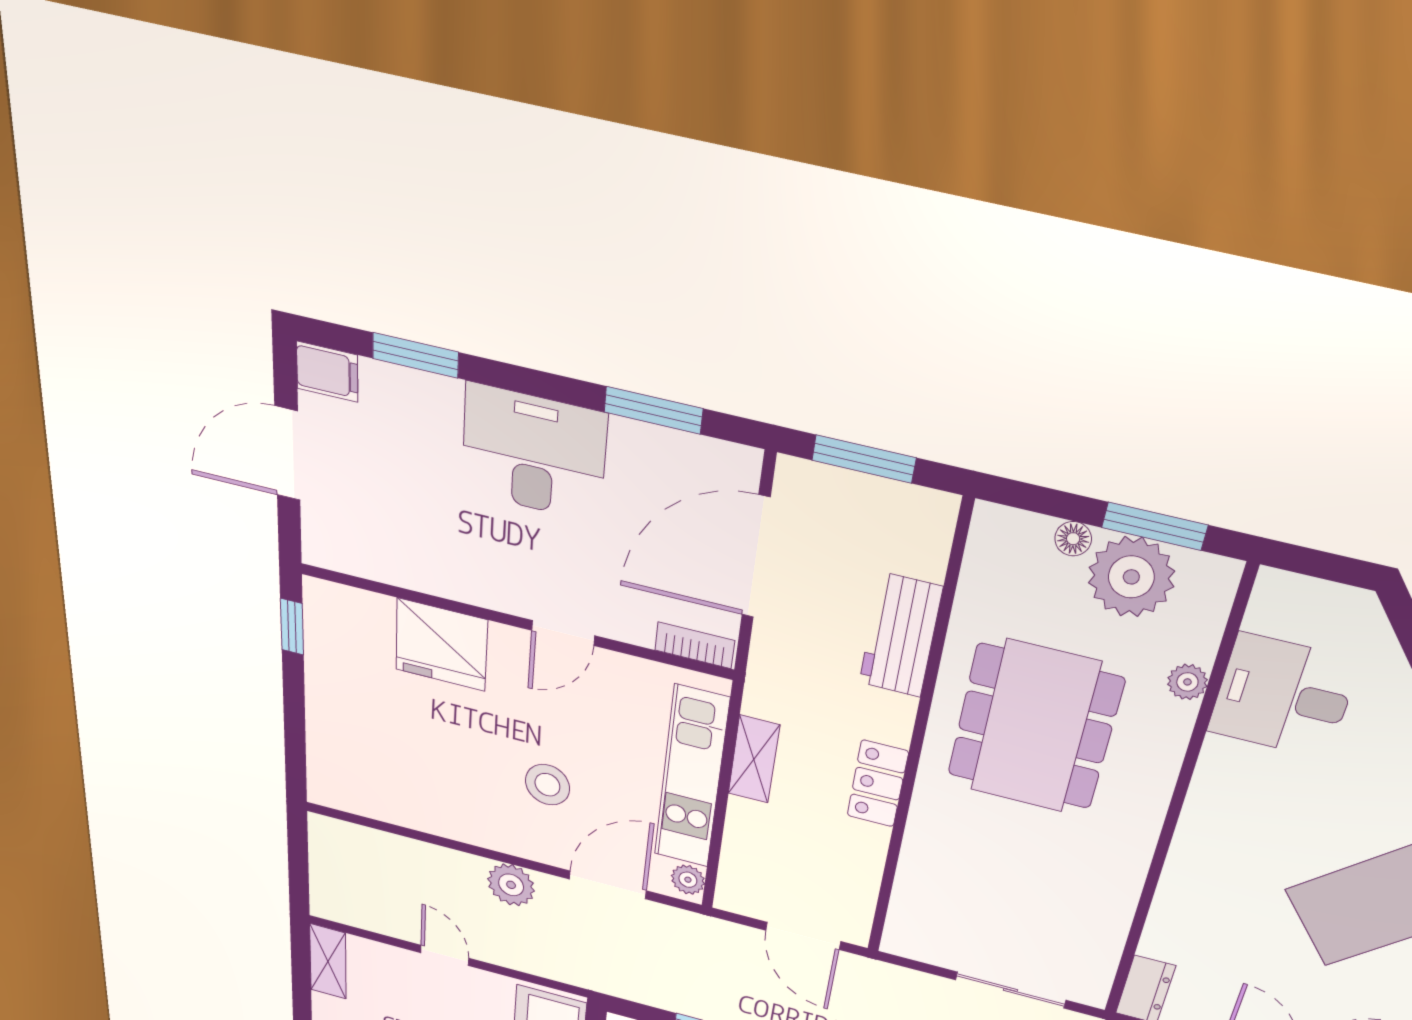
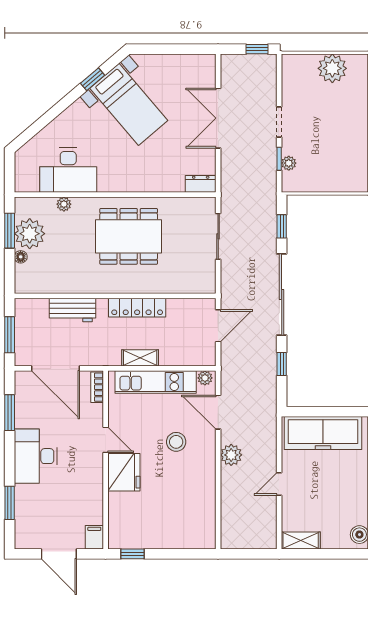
filing cabinet: (327, 372) -> (94, 537), moved
fridge: (441, 645) -> (124, 472), moved
desk: (1283, 696) -> (68, 170), width x1.37
dining table: (1035, 727) -> (129, 236), moved
locker: (878, 784) -> (137, 308), width x1.53

